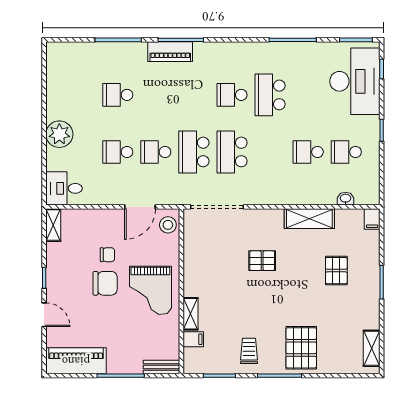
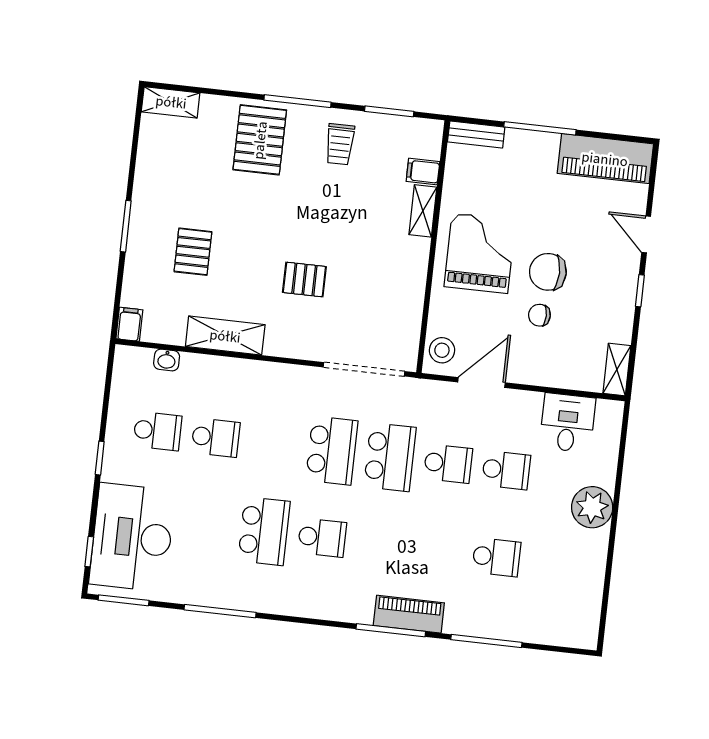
desk: (64, 188) -> (568, 423), moved, turned -90
shelving: (372, 348) -> (171, 102), moved, turned 90

